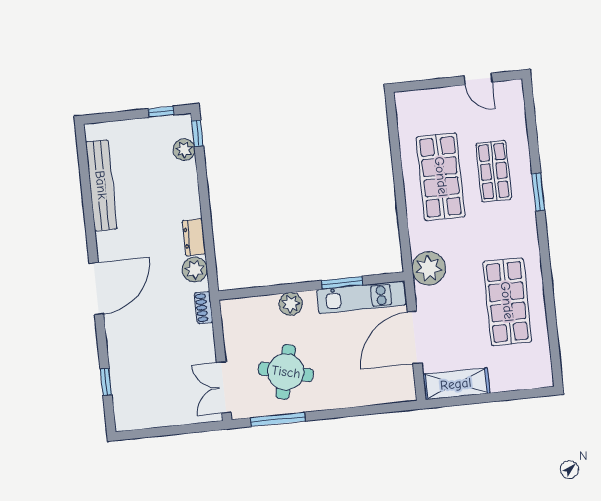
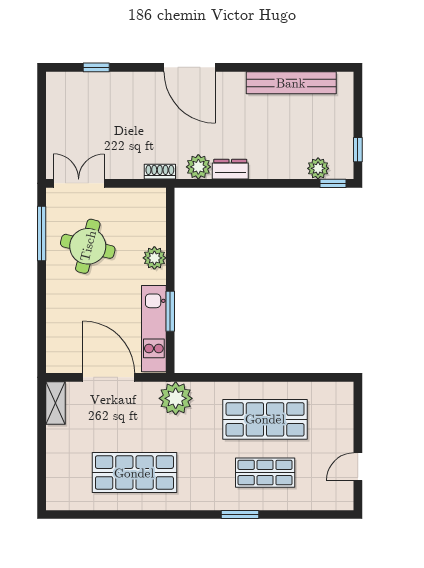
shelving: (456, 384) -> (55, 403), width x0.67, depth x0.75

